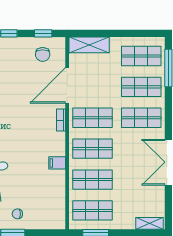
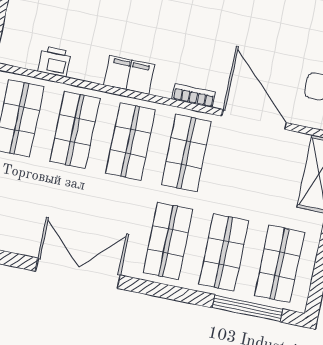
filing cabinet: (57, 163) -> (129, 75), width x2.00
printer: (58, 198) -> (55, 61), added

